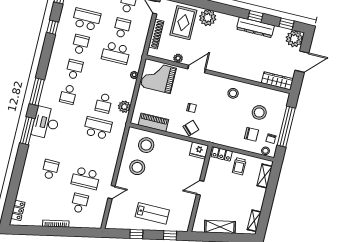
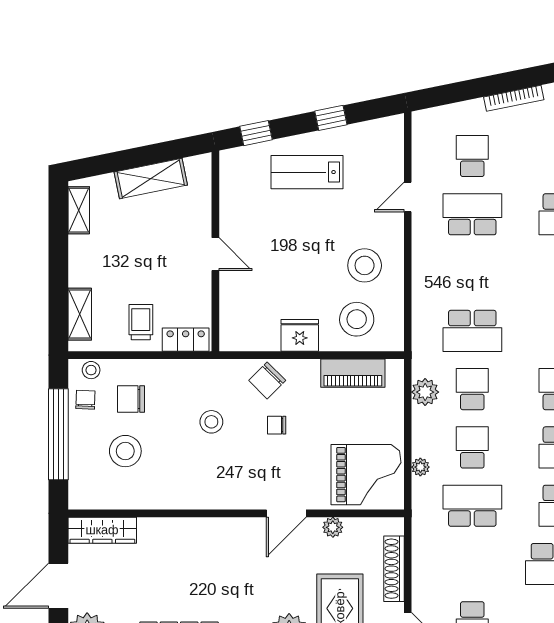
school desk: (122, 28) -> (472, 447), moved, turned 180
stool: (233, 93) -> (211, 422), moved
fridge: (199, 150) -> (300, 335), moved
door: (200, 188) -> (215, 254), hinge flipped
school desk: (80, 203) -> (472, 156), turned 180

